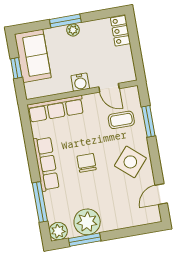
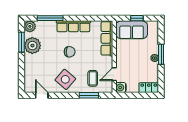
sofa: (33, 56) -> (132, 30), moved
water cooler: (80, 82) -> (121, 87), moved

